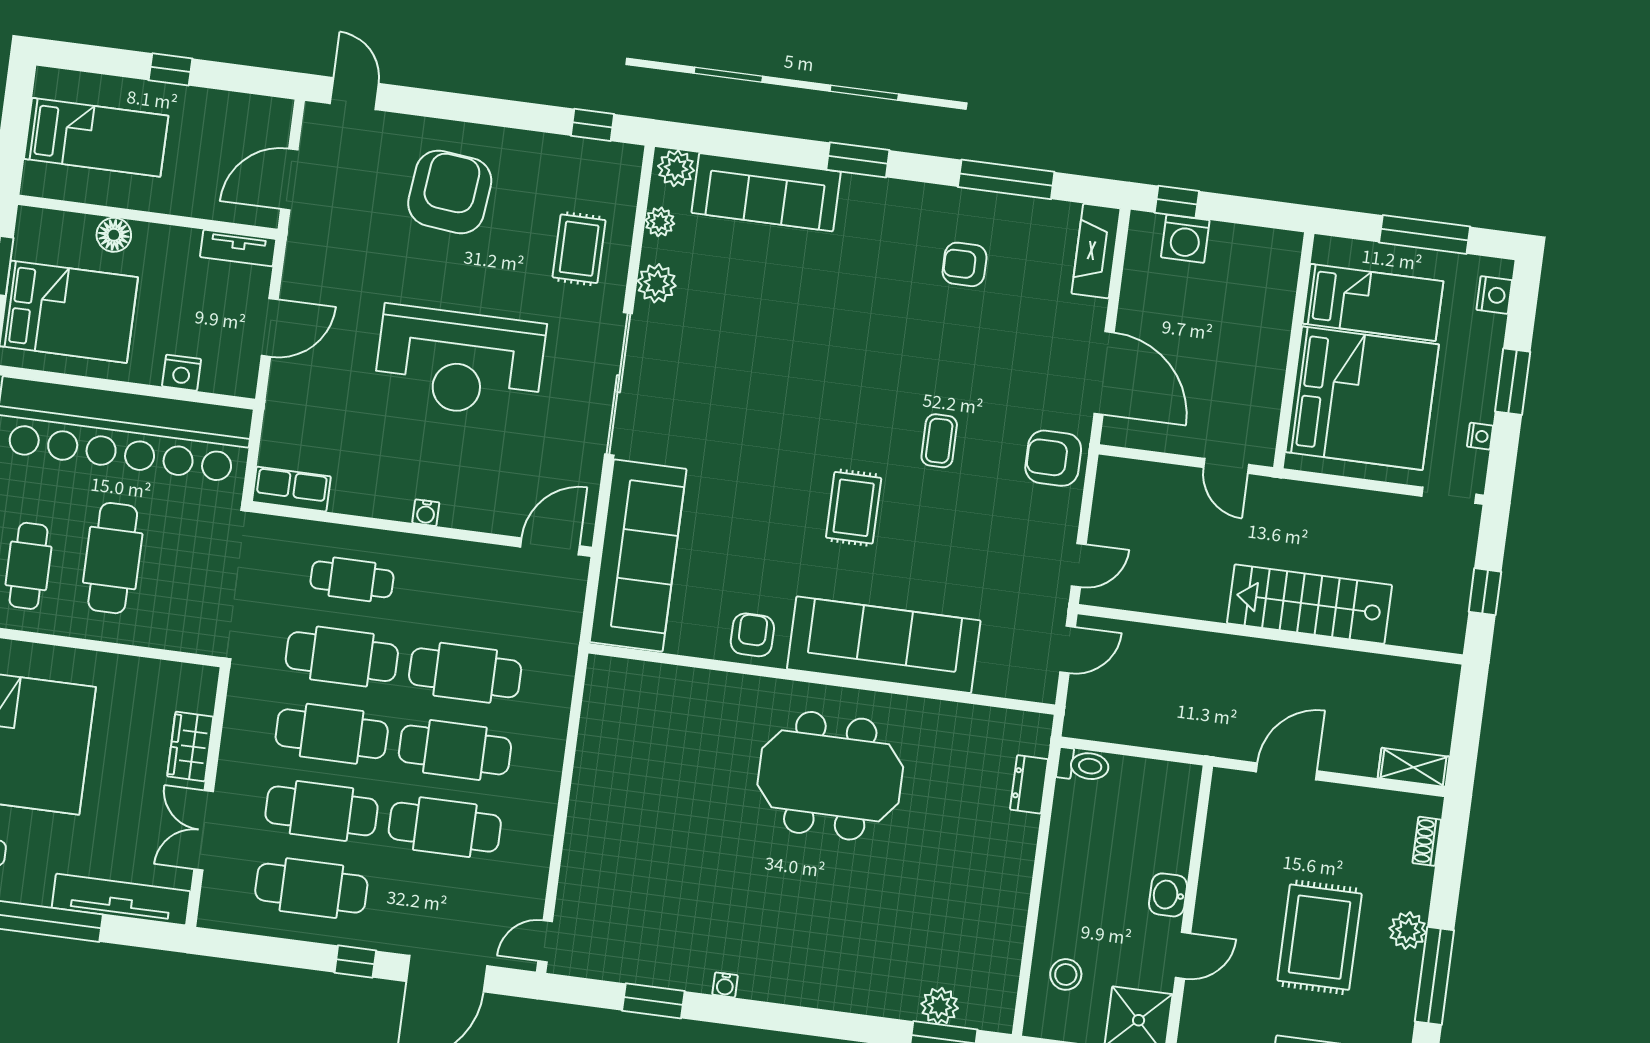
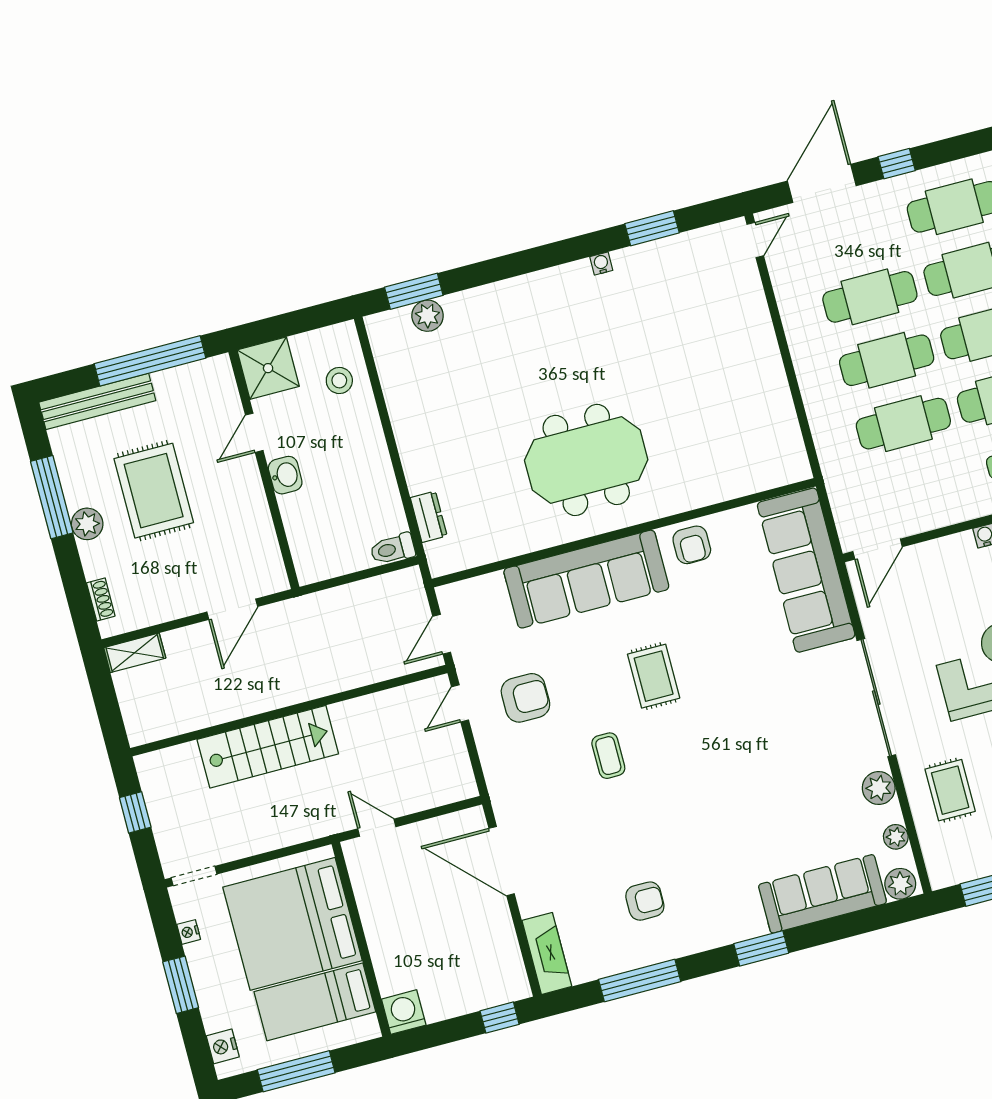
washing machine: (1185, 239) -> (404, 1012), moved
armchair: (1053, 458) -> (525, 698), moved

